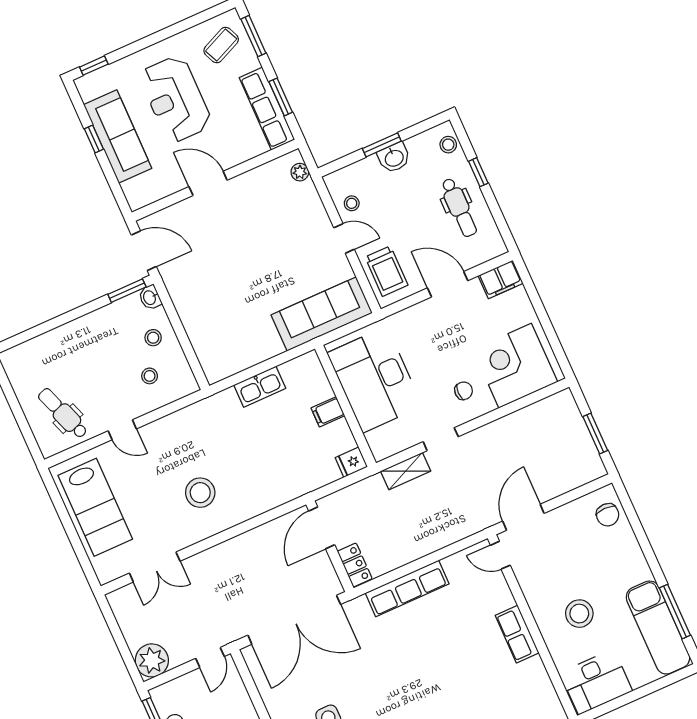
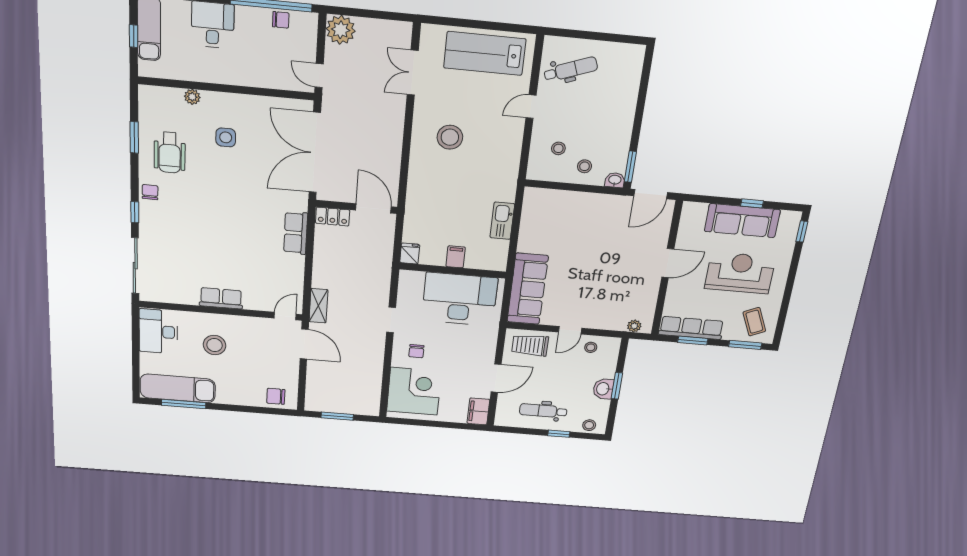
shelving: (406, 471) -> (318, 306), moved
row of seats: (407, 588) -> (296, 233), width x0.68

